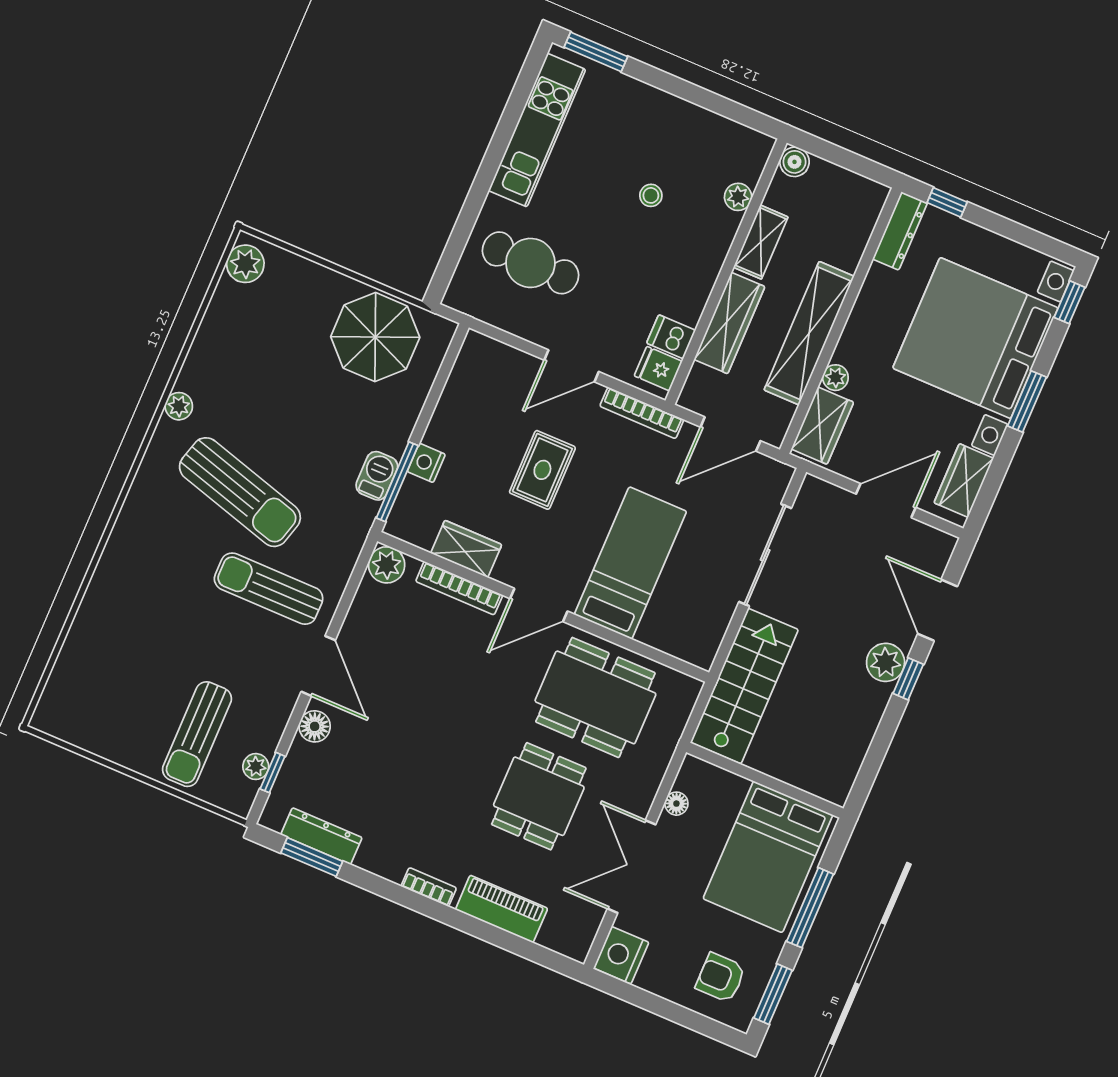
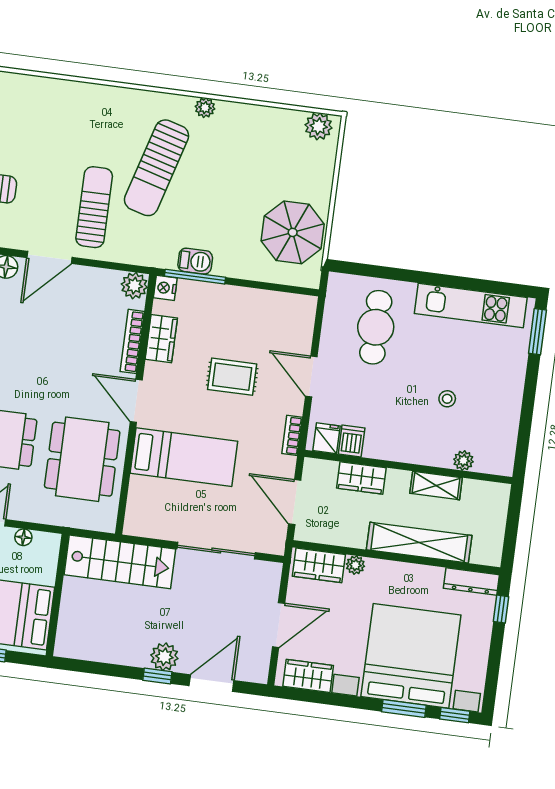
boiler: (794, 162) -> (499, 493), removed
wardrobe: (729, 323) -> (361, 478), width x0.67
shelving: (809, 333) -> (419, 543), moved
window: (1027, 401) -> (404, 708), moved
bookcase: (642, 413) -> (292, 435), width x0.64
nightstand: (426, 463) -> (165, 288), moved, turned -90
door: (886, 501) -> (279, 625), hinge flipped

